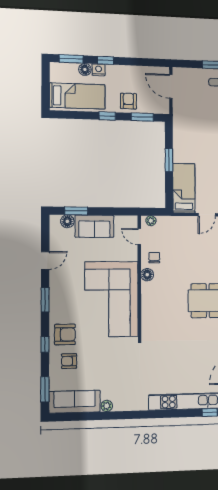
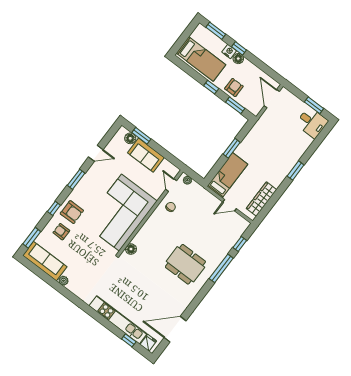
floor lamp: (85, 69) -> (238, 59), moved
floor lamp: (147, 275) -> (131, 249), moved

